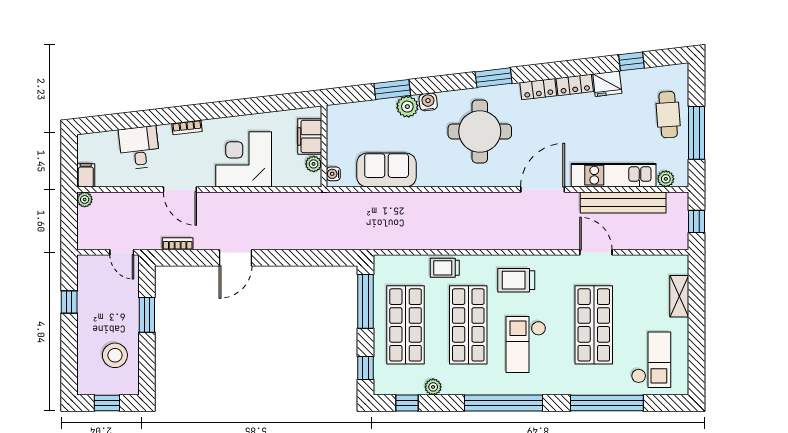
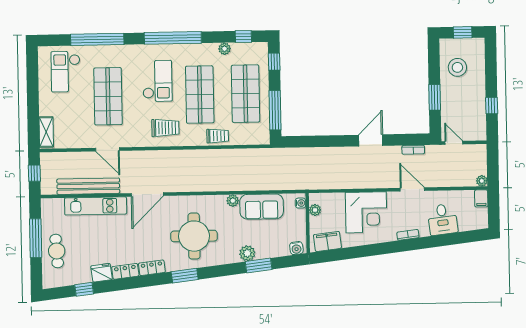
water cooler: (428, 102) -> (296, 248), moved
filing cabinet: (310, 136) -> (327, 241), moved, turned -97
plant: (666, 179) -> (233, 201), moved
shelving: (679, 296) -> (46, 132), moved

